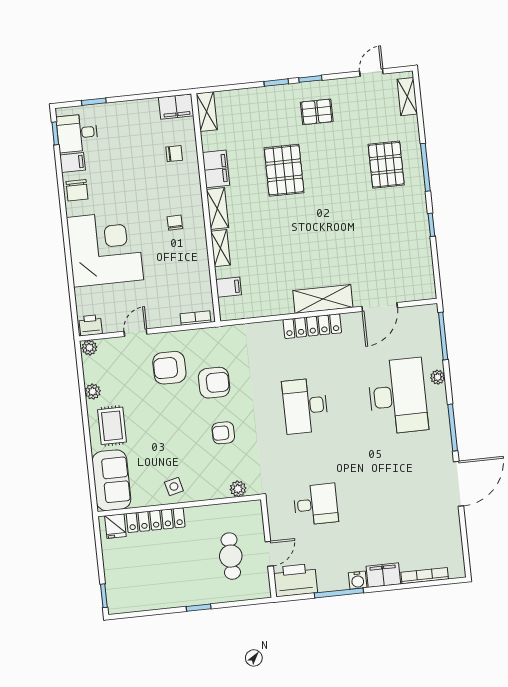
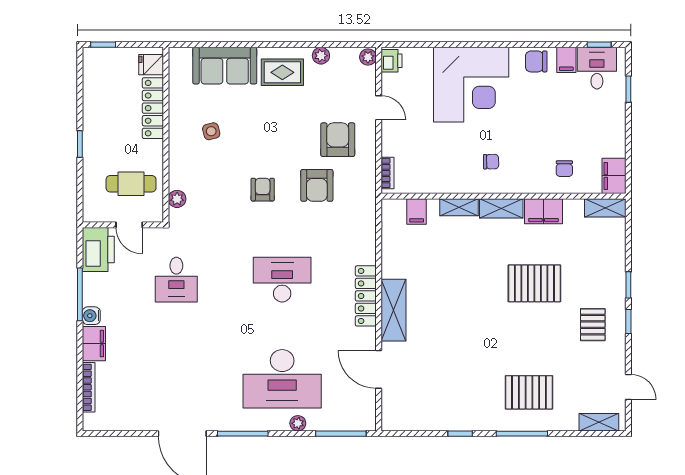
plant: (238, 489) -> (177, 199), moved
wall: (179, 506) -> (166, 135), moved
locker: (156, 520) -> (153, 108), moved
fridge: (115, 526) -> (151, 65), moved

